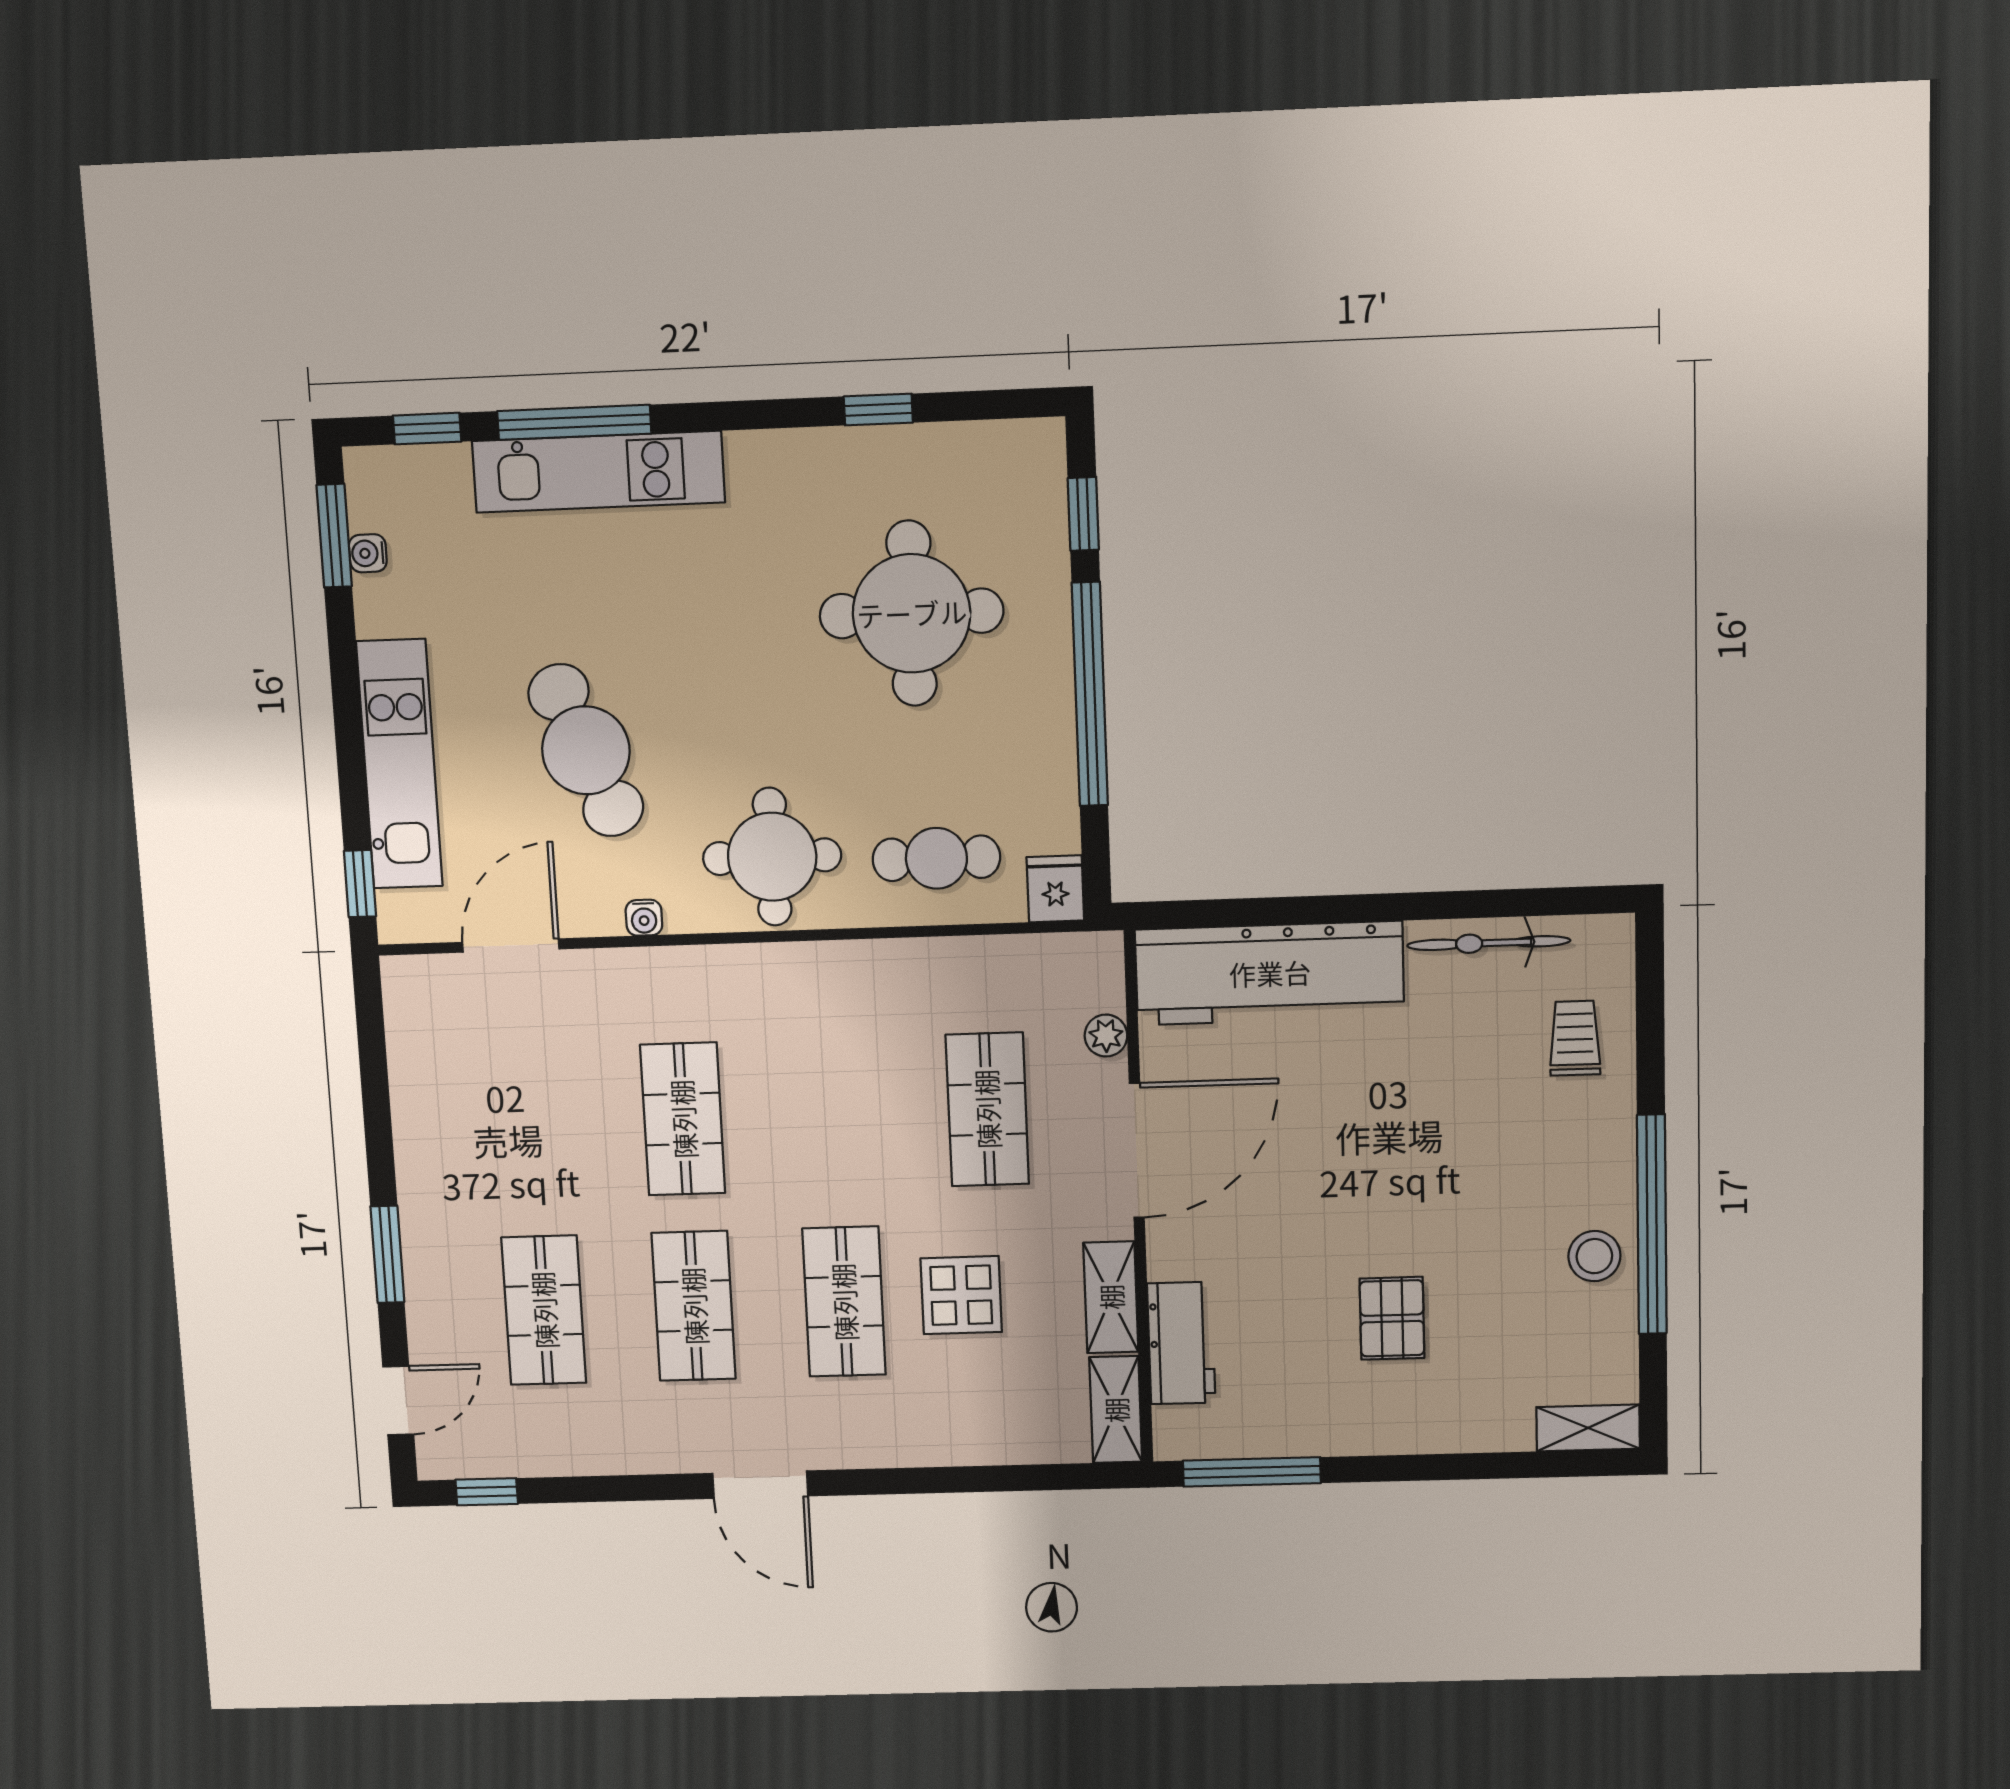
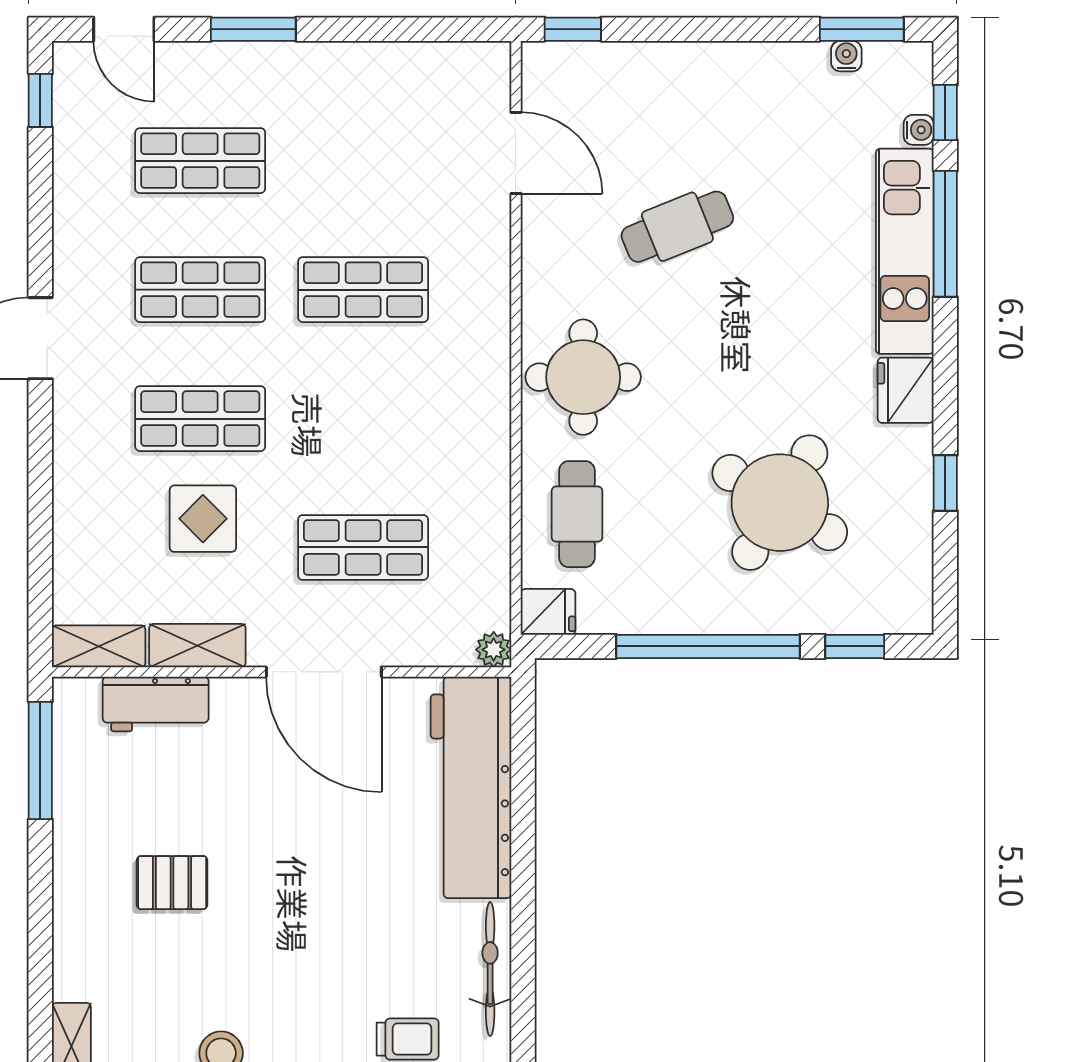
fridge: (767, 464) -> (906, 390), added
round table: (912, 613) -> (780, 503), turned 31
cafe table: (586, 750) -> (677, 227), width x0.73, depth x0.74
kitchen unit: (399, 764) -> (672, 70), removed
water cooler: (644, 918) -> (919, 130), moved, turned 180
plant: (1106, 1036) -> (494, 650), moved

